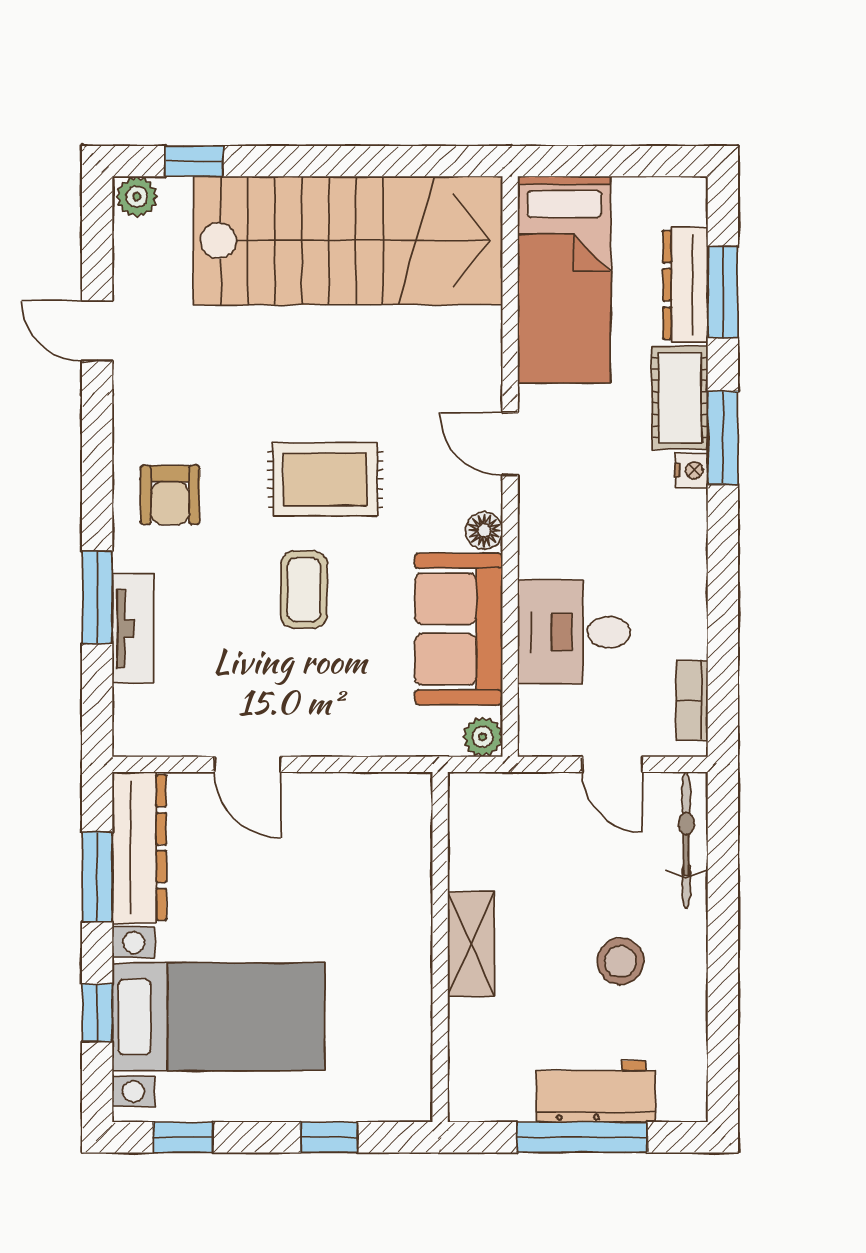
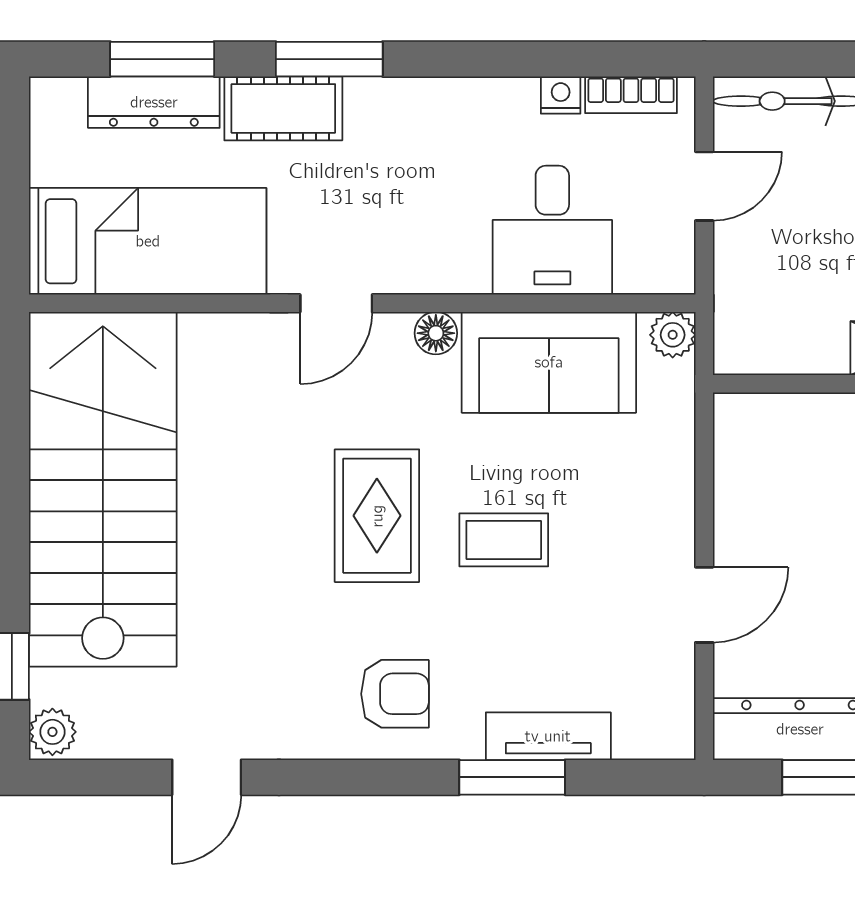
nightstand: (692, 470) -> (561, 95), moved

